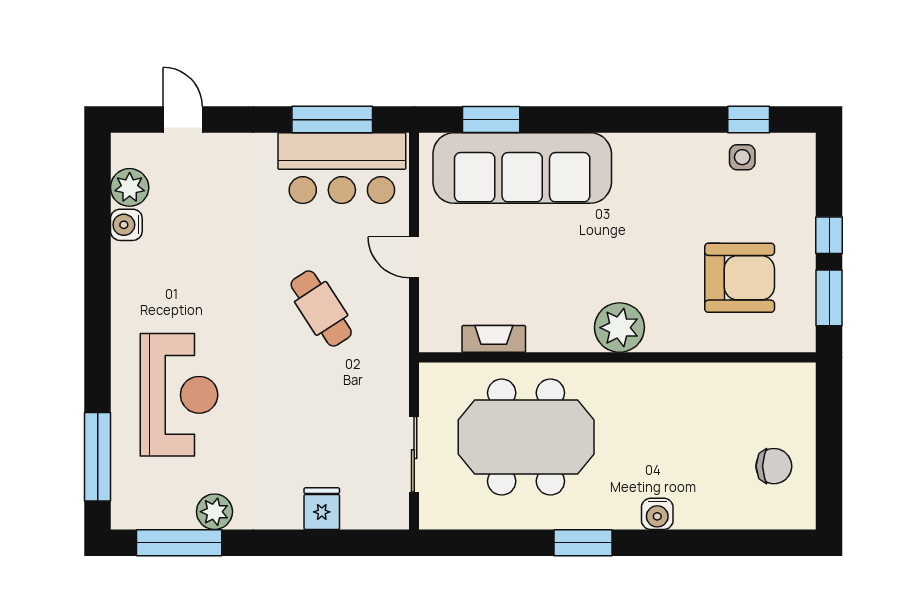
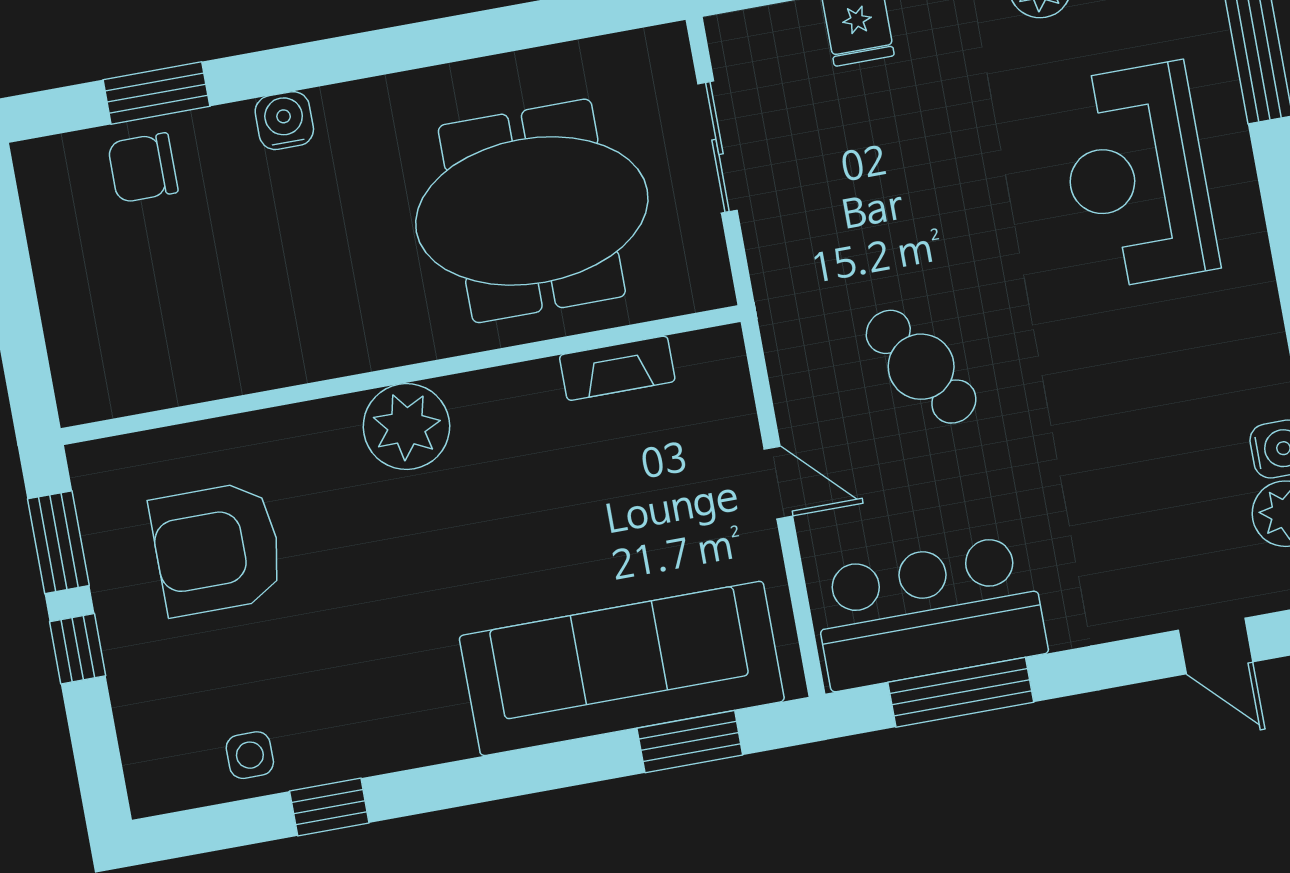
window: (749, 120) -> (329, 807), moved
chair: (774, 466) -> (143, 168), moved
window: (583, 543) -> (156, 93), moved

